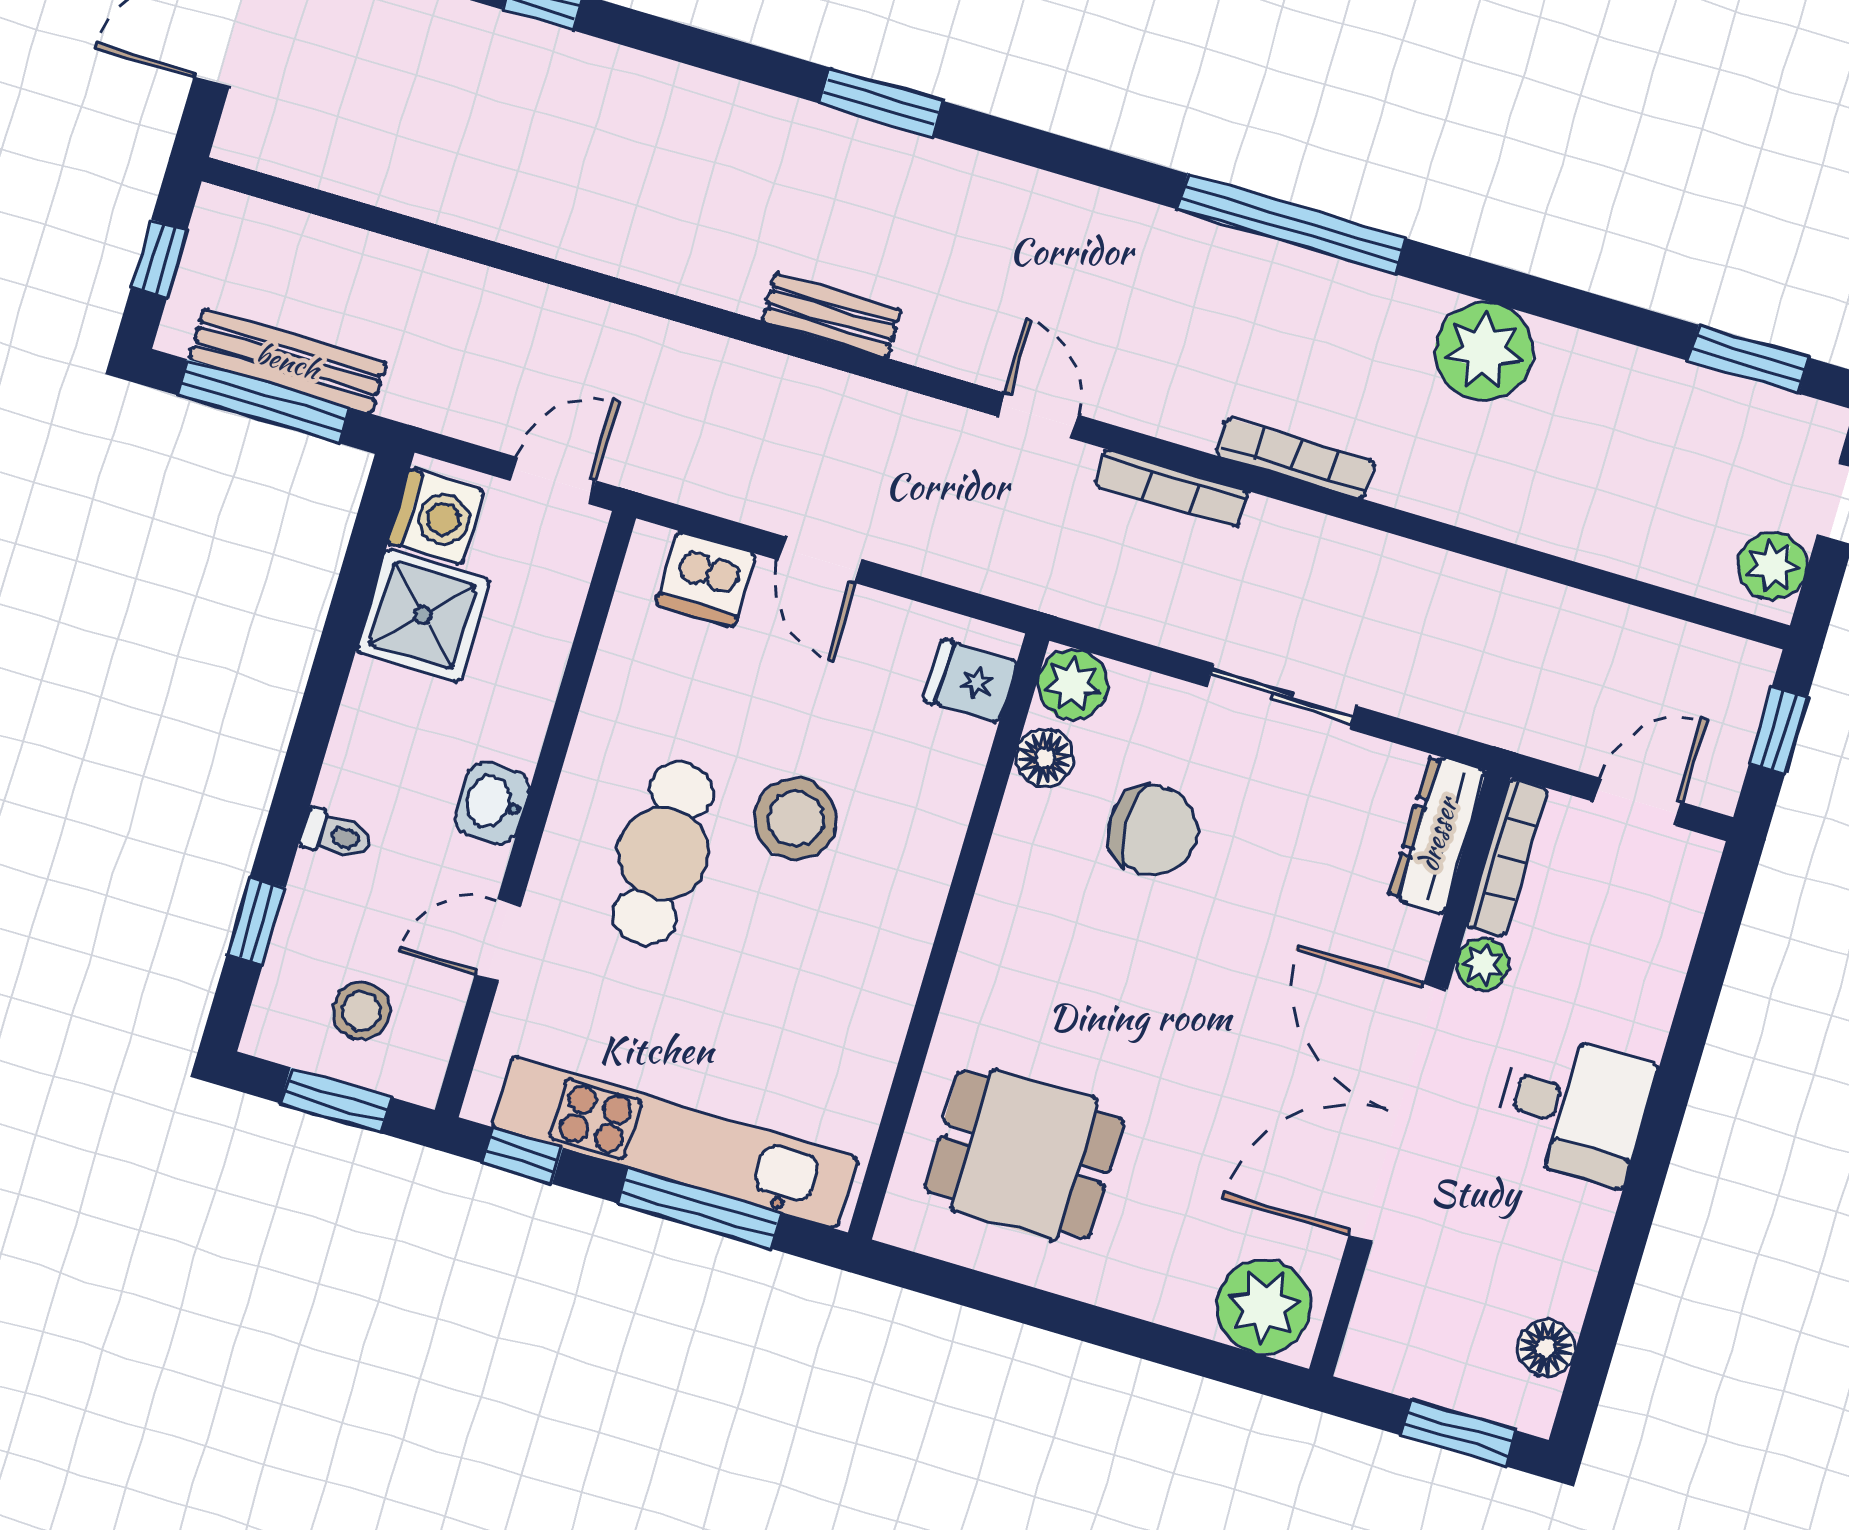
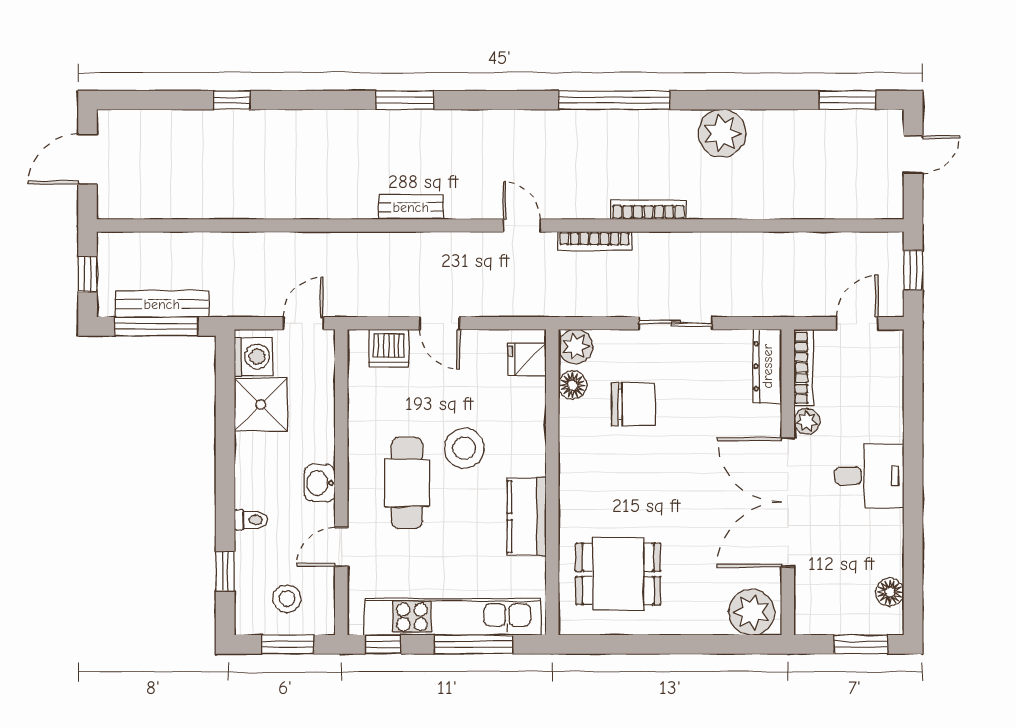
plant: (1772, 566) -> (887, 194), removed
kitchen counter: (878, 989) -> (527, 517), added

